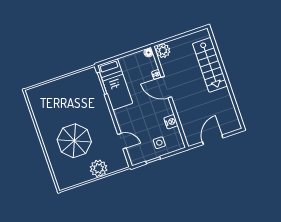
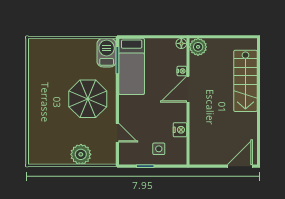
barbecue: (91, 80) -> (107, 53), added
door: (166, 87) -> (188, 89), hinge flipped
door: (213, 140) -> (240, 166), moved
parasol: (74, 141) -> (88, 99), moved

